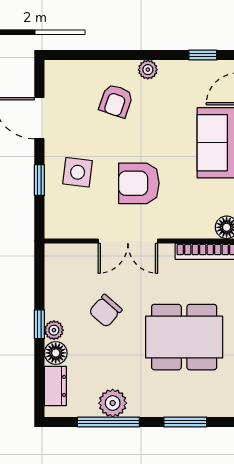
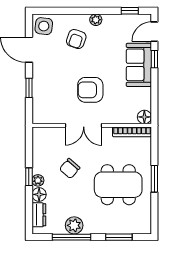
side table: (78, 172) -> (44, 26), moved

